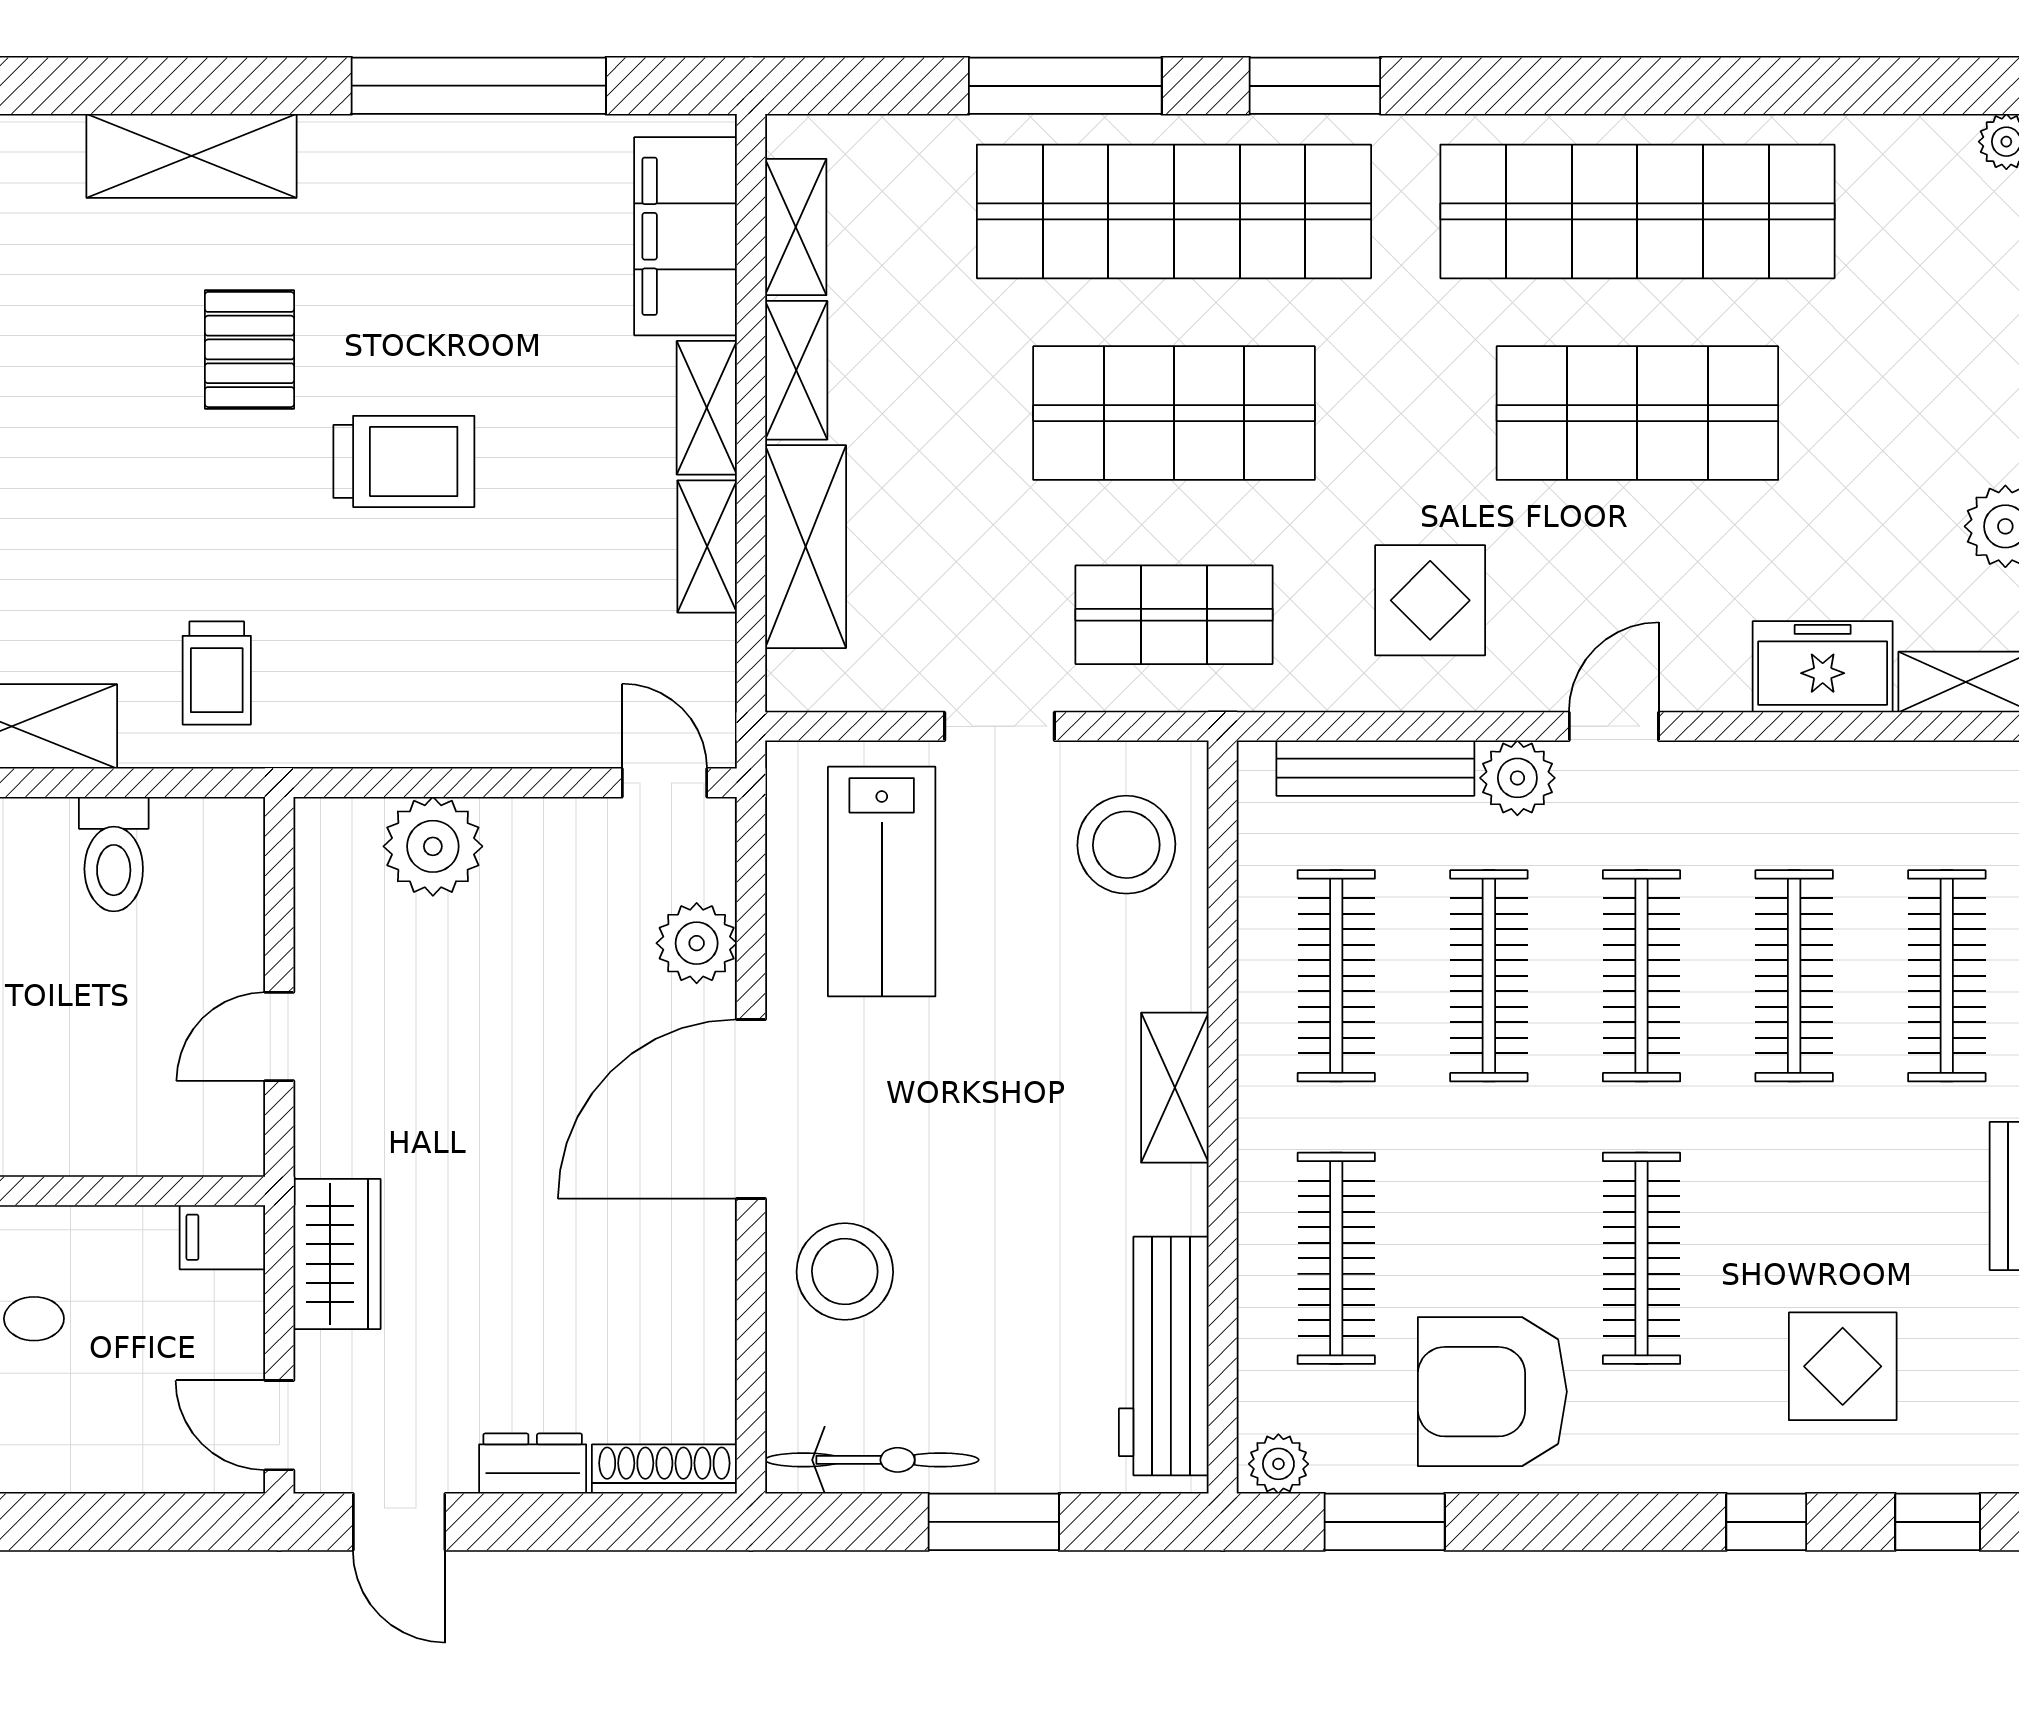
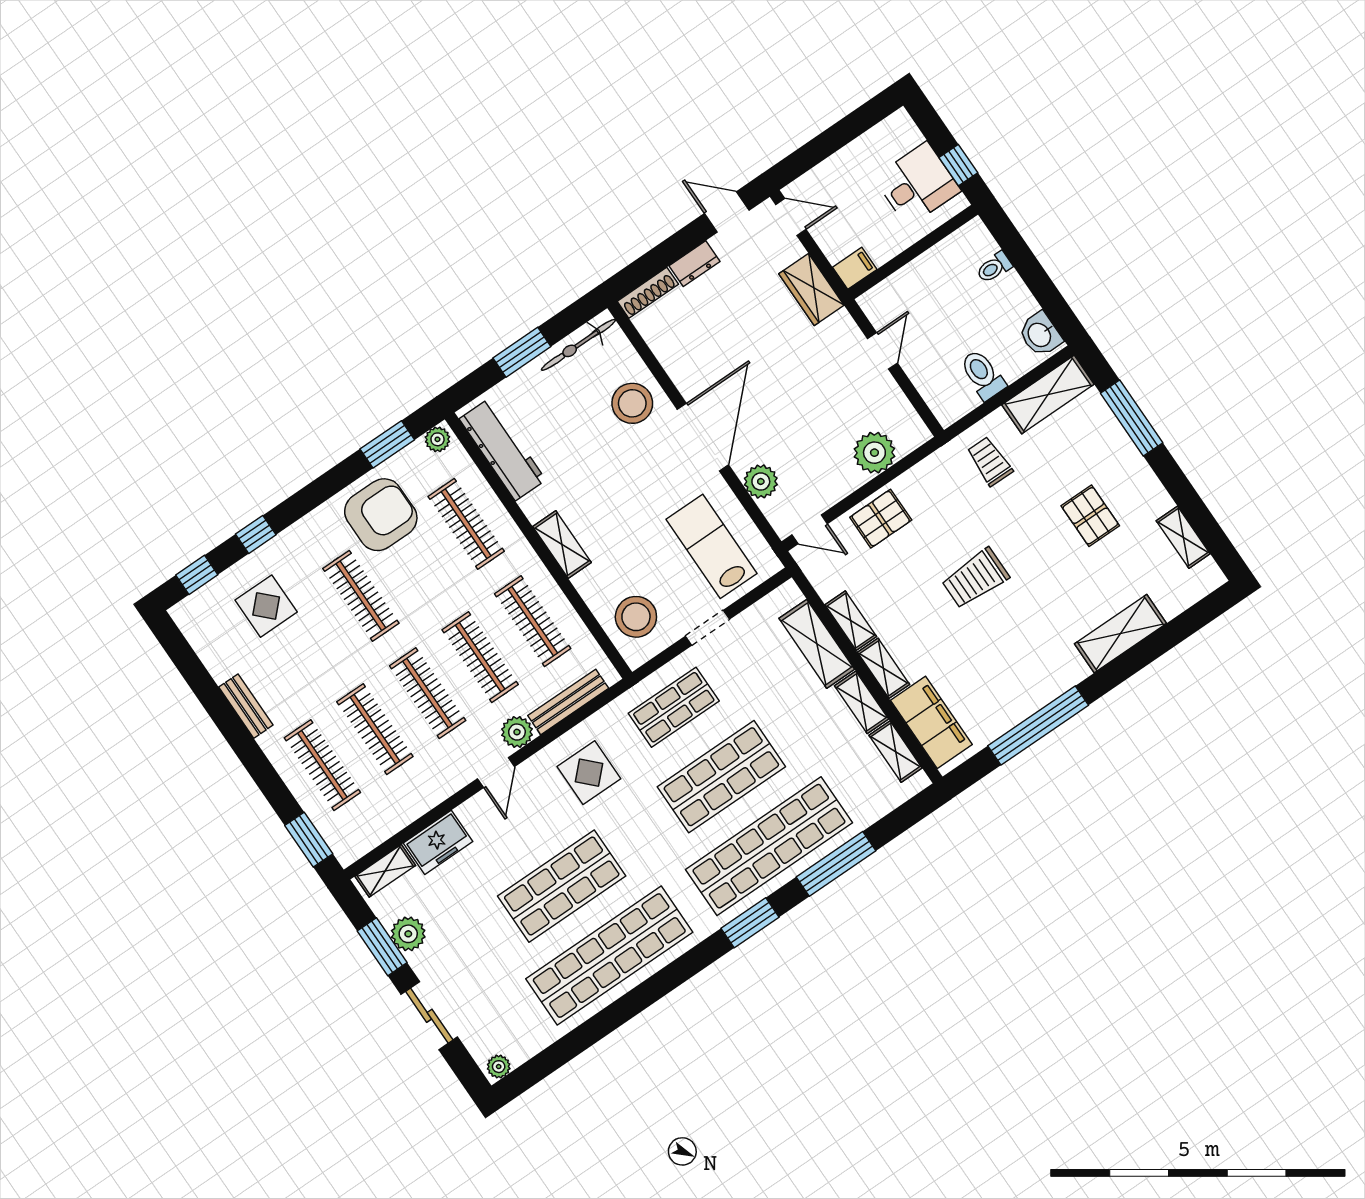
pallet: (249, 349) -> (1090, 516), moved
pallet: (510, 708) -> (881, 519), added

